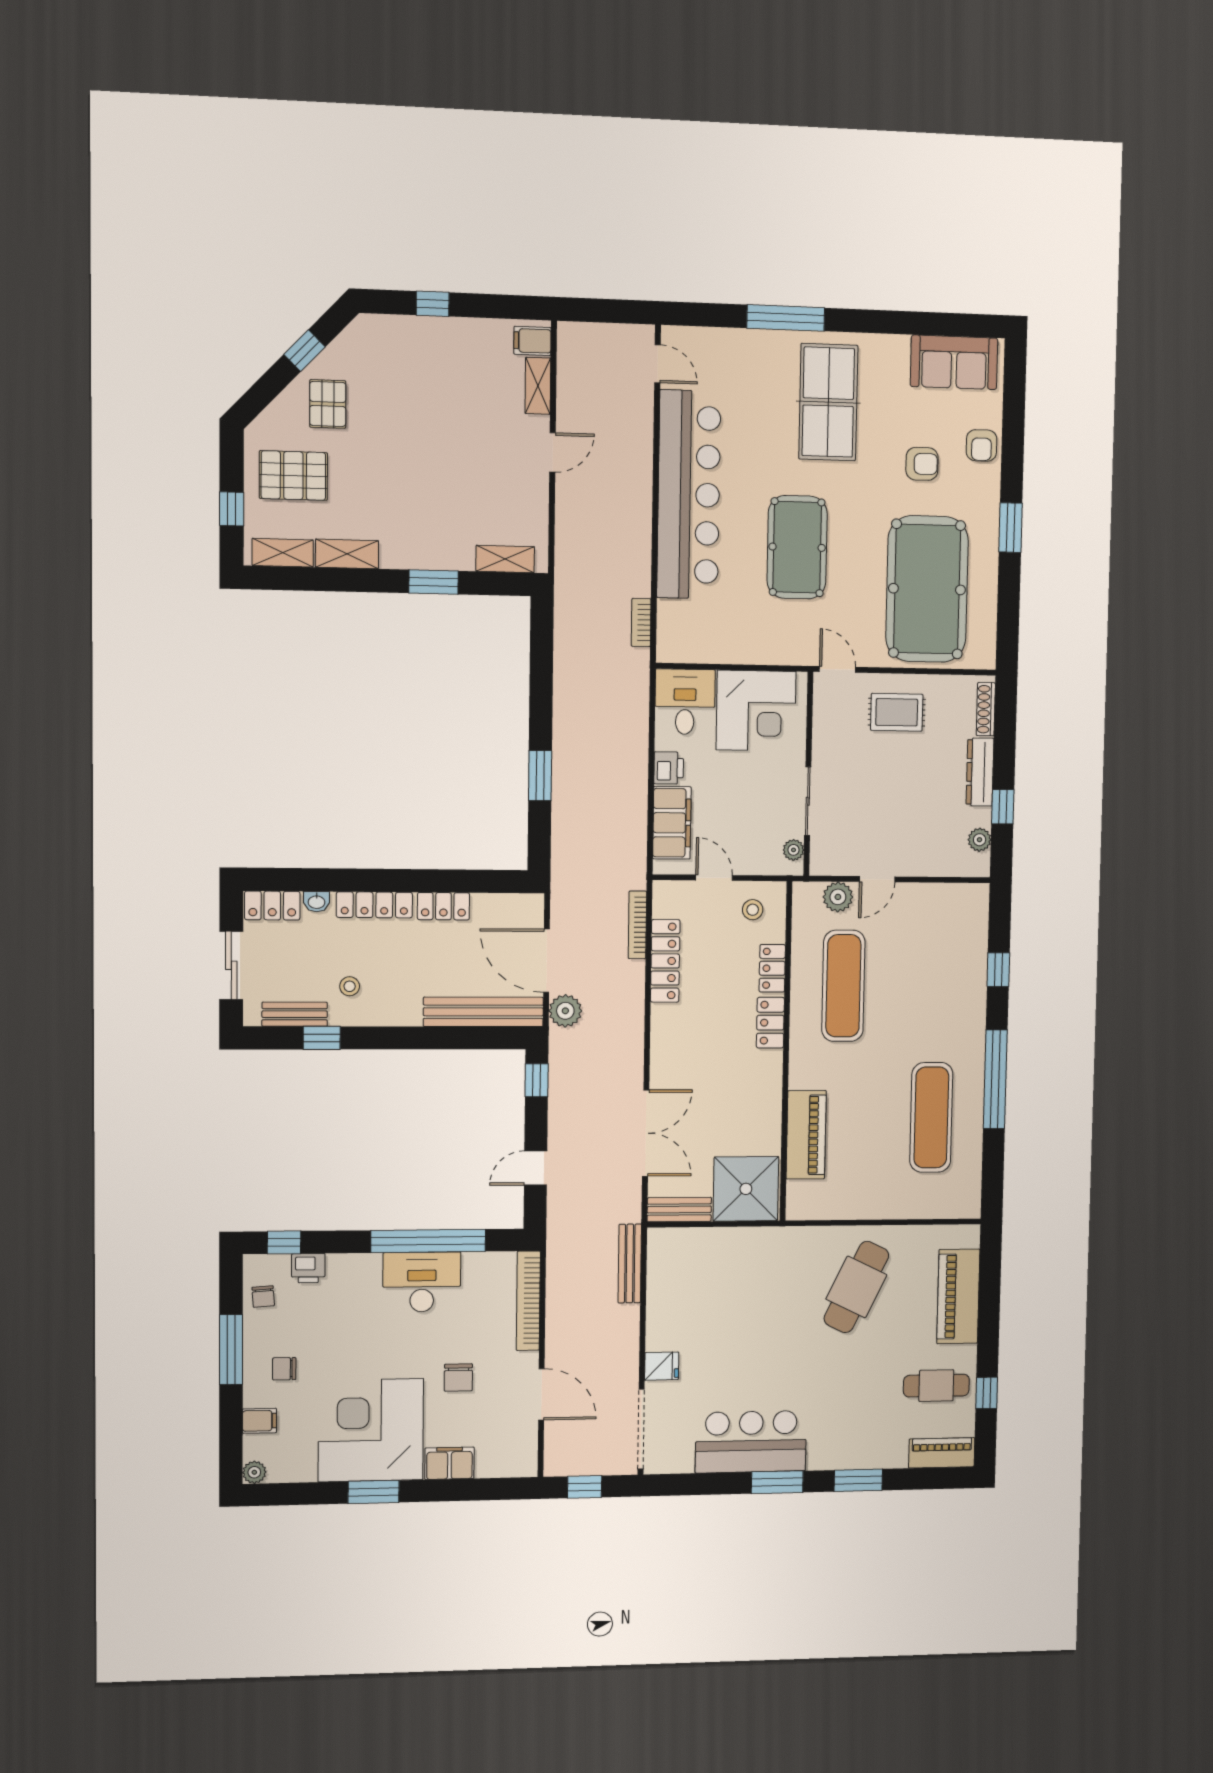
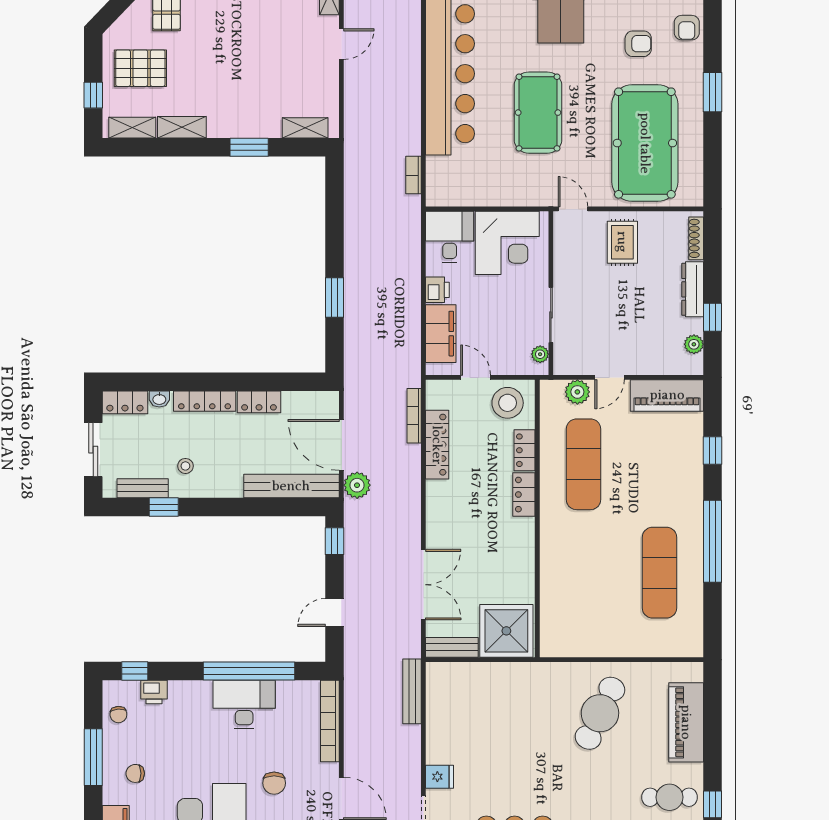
rug: (897, 712) -> (622, 242), turned 90
stool: (753, 910) -> (508, 403), width x1.89, depth x1.89
piano: (806, 1135) -> (667, 395), moved, turned 90

